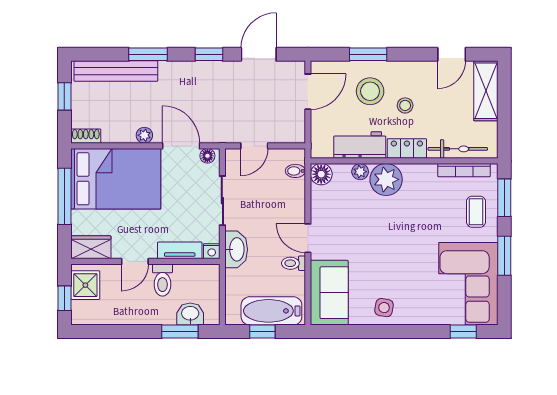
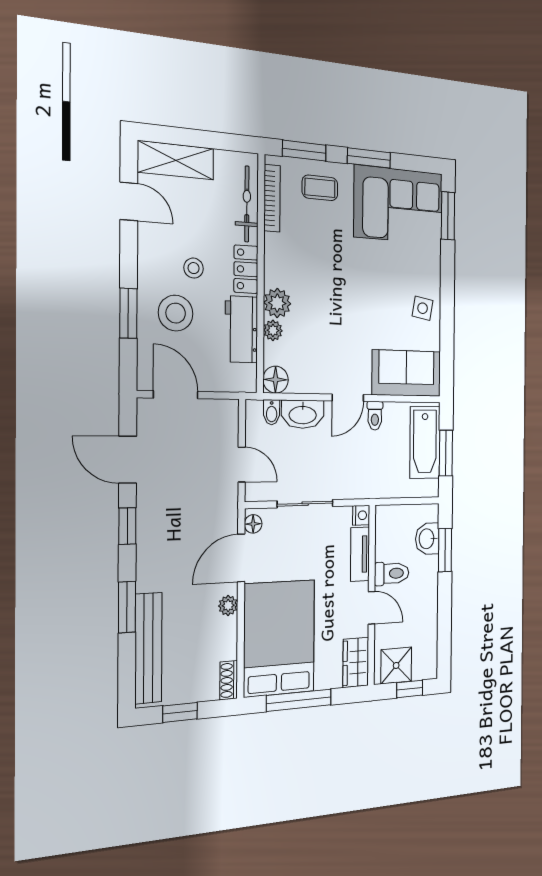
plant: (386, 179) -> (277, 303), width x0.73, depth x0.73
washbasin: (236, 249) -> (303, 414), moved, turned 180
window: (262, 332) -> (446, 453), width x1.50
window: (463, 332) -> (448, 216), width x1.50

